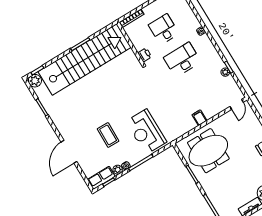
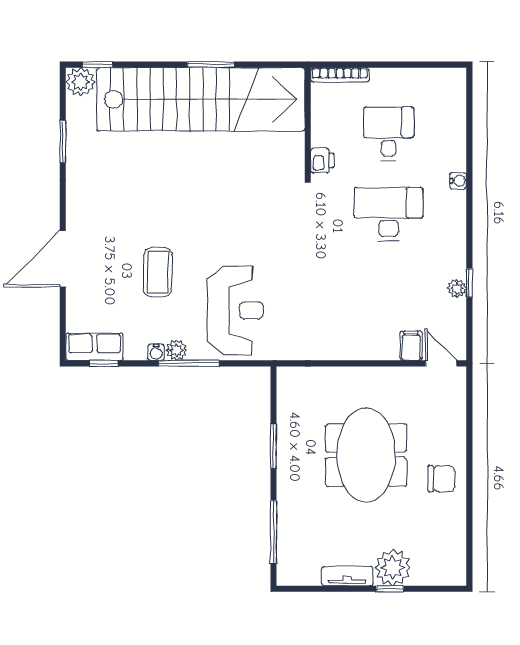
door: (237, 104) -> (441, 363), swing flipped
filing cabinet: (199, 118) -> (411, 346), moved
reception desk: (146, 132) -> (235, 310), turned 180
meeting table: (208, 151) -> (366, 455), moved, turned 90
plant: (118, 170) -> (177, 350), moved

